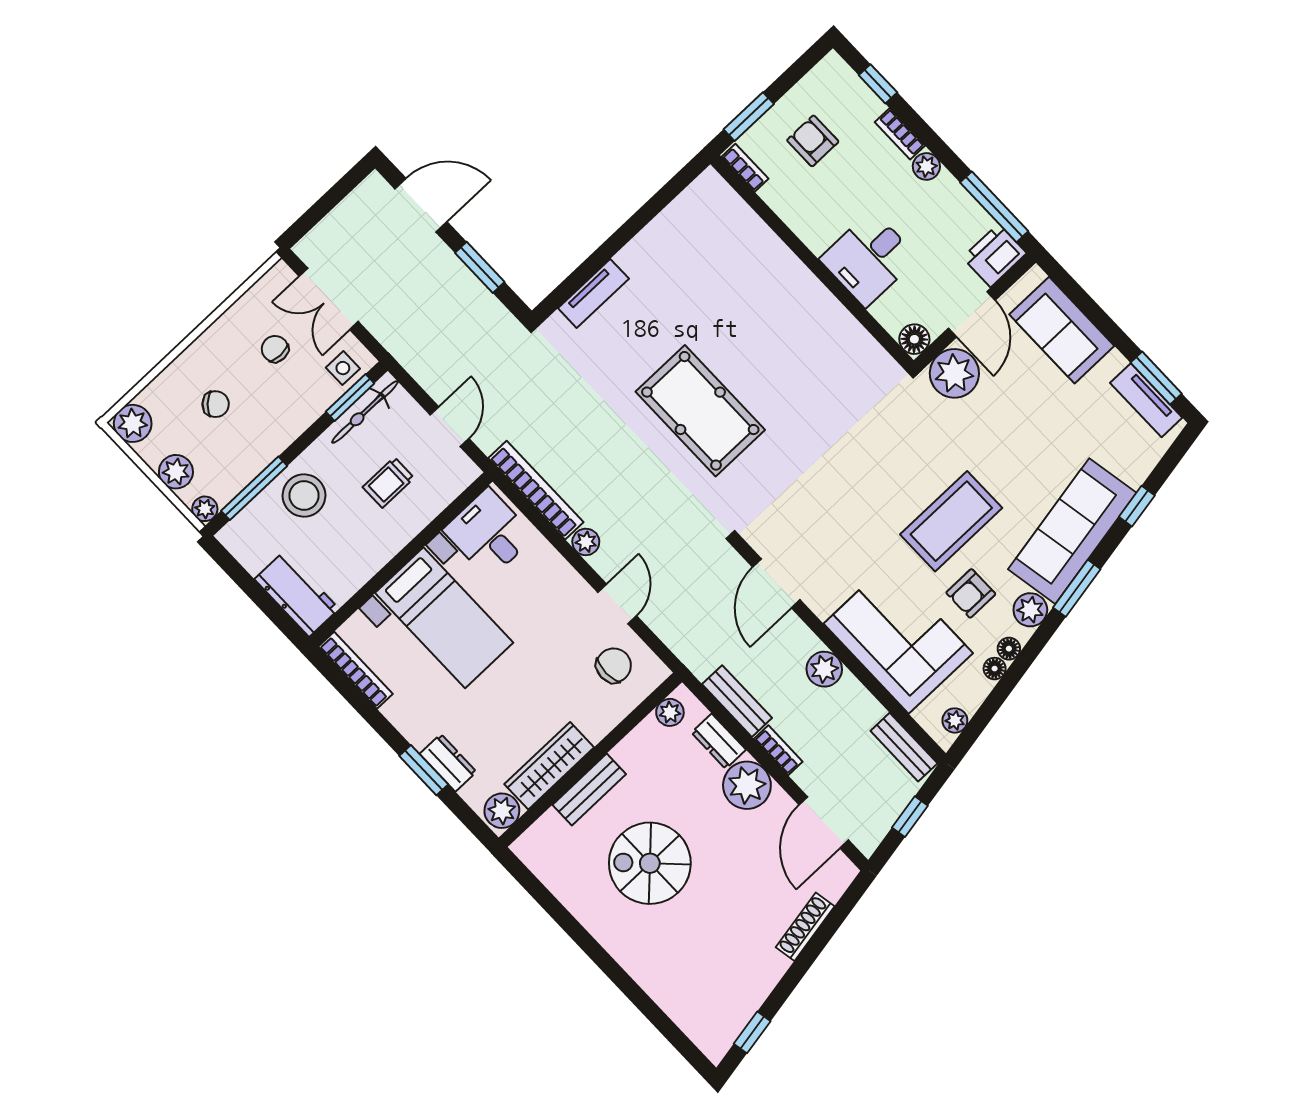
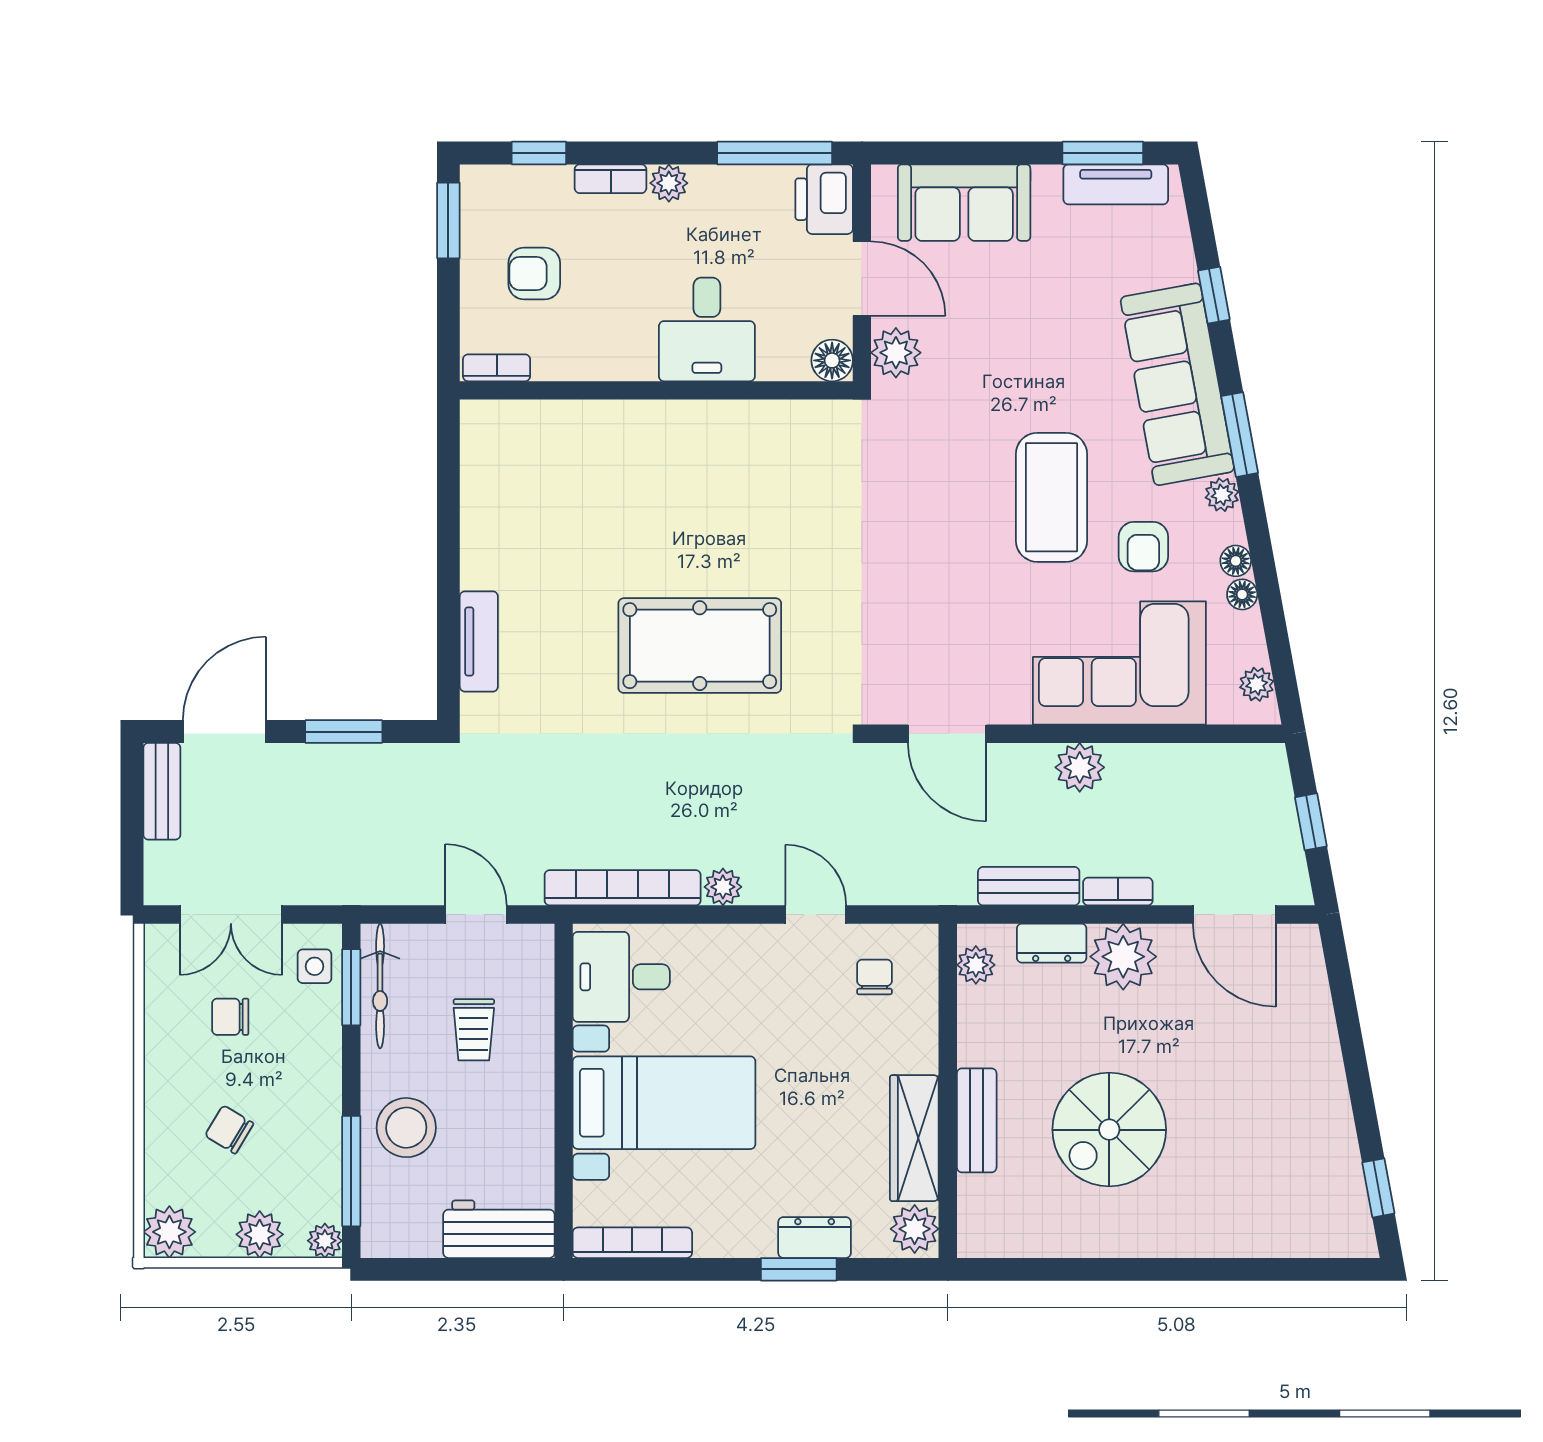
window: (749, 117) -> (448, 220), moved
plant: (954, 373) -> (896, 353), width x0.73, depth x0.73
chair: (216, 404) -> (229, 1130), turned -104
plant: (1030, 610) -> (1222, 495), width x0.73, depth x0.73
chair: (614, 665) -> (875, 977), width x0.73, depth x0.73
bench: (904, 747) -> (162, 791), moved, turned 90
shoe rack: (805, 927) -> (1322, 1033), removed

